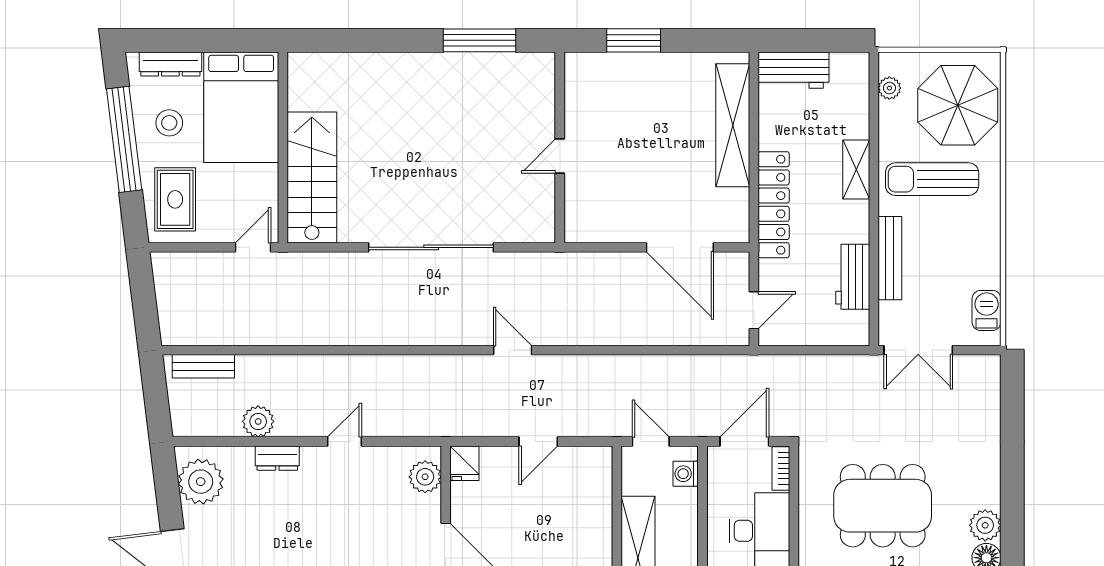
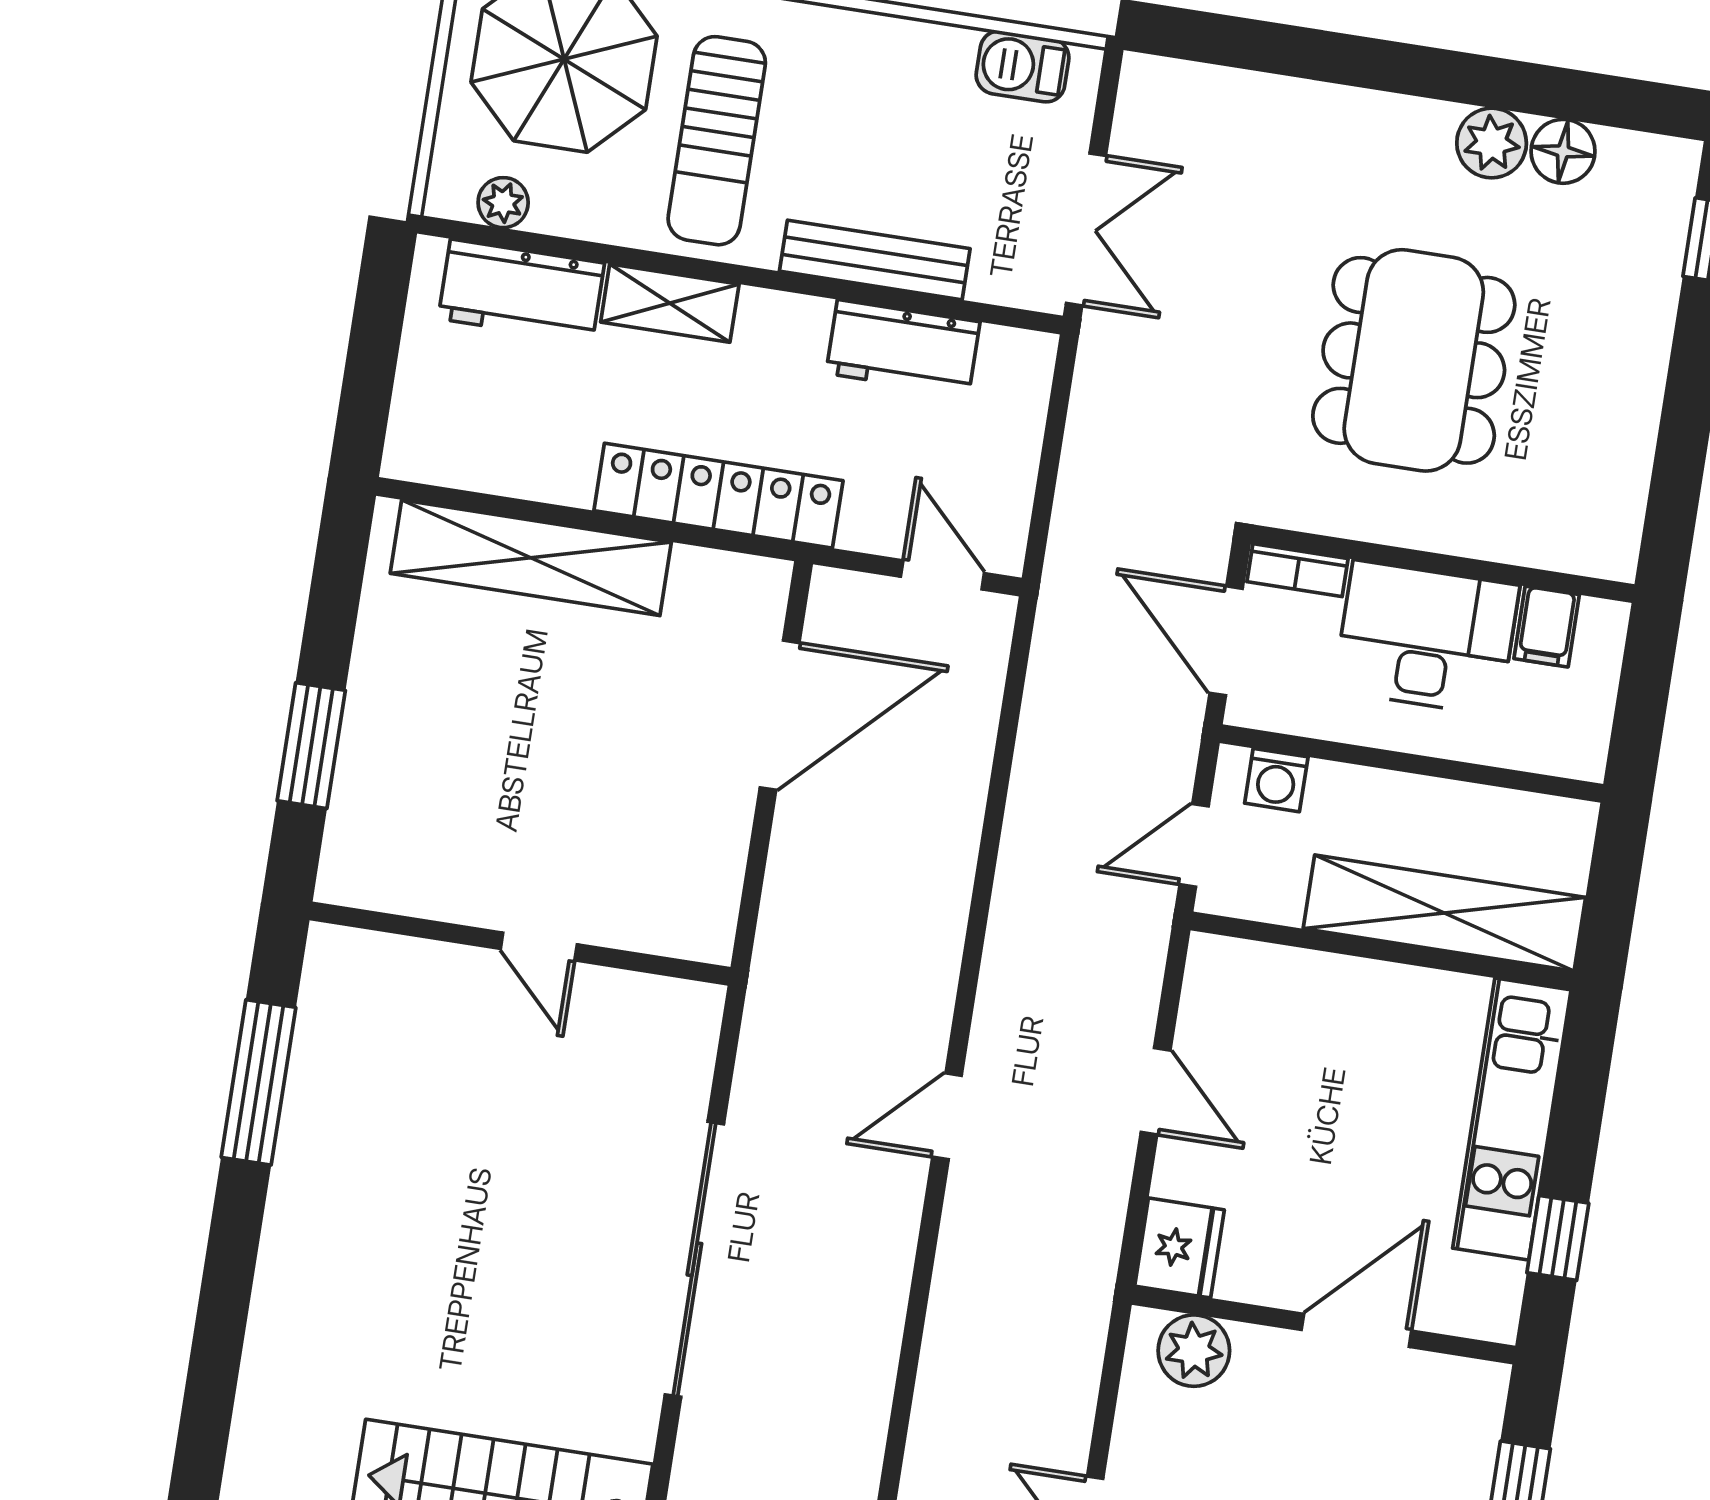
workbench: (794, 70) -> (521, 291), moved, turned 90
fridge: (464, 463) -> (1180, 1248), width x1.38

